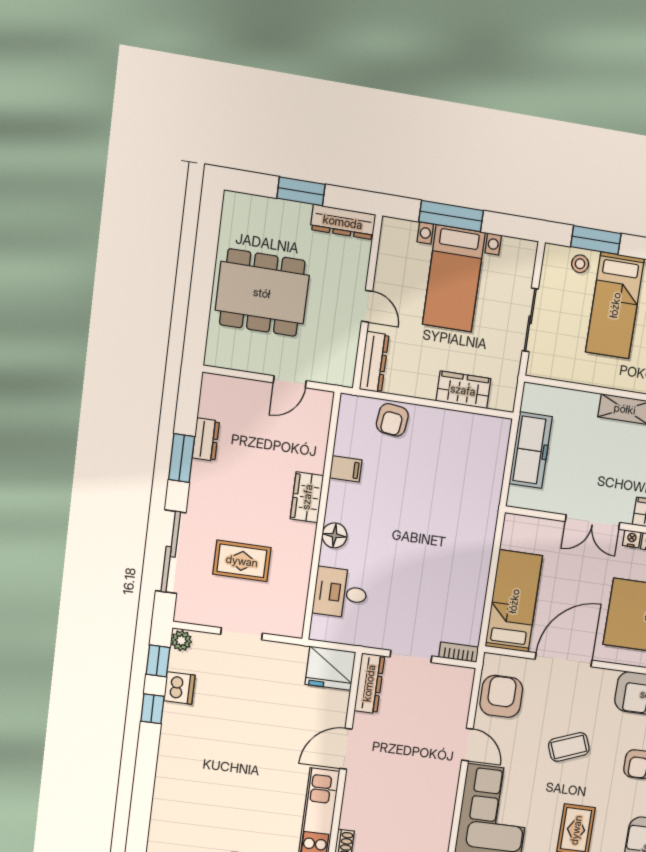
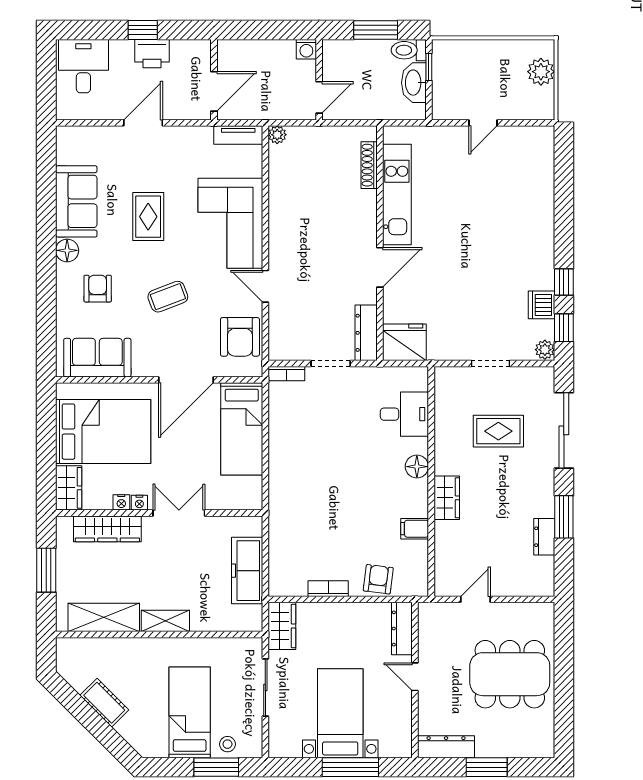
wardrobe: (463, 390) -> (282, 626), moved, turned -90
bookcase: (447, 418) -> (328, 589), added

